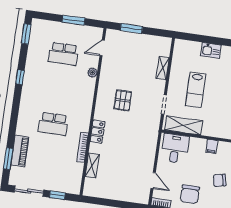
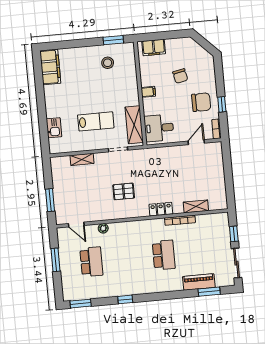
kitchen sink: (211, 50) -> (54, 128), moved

